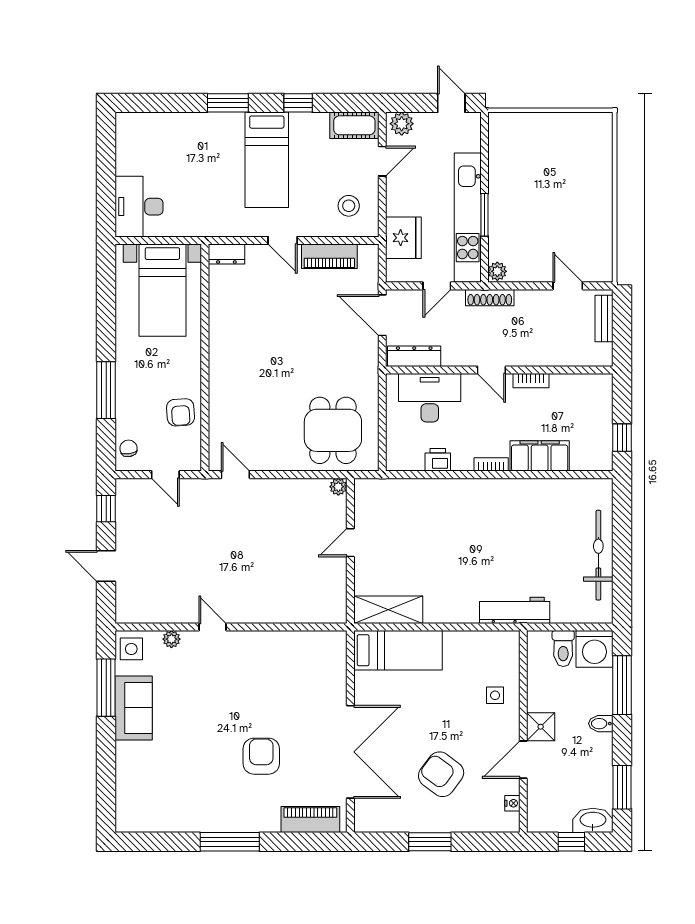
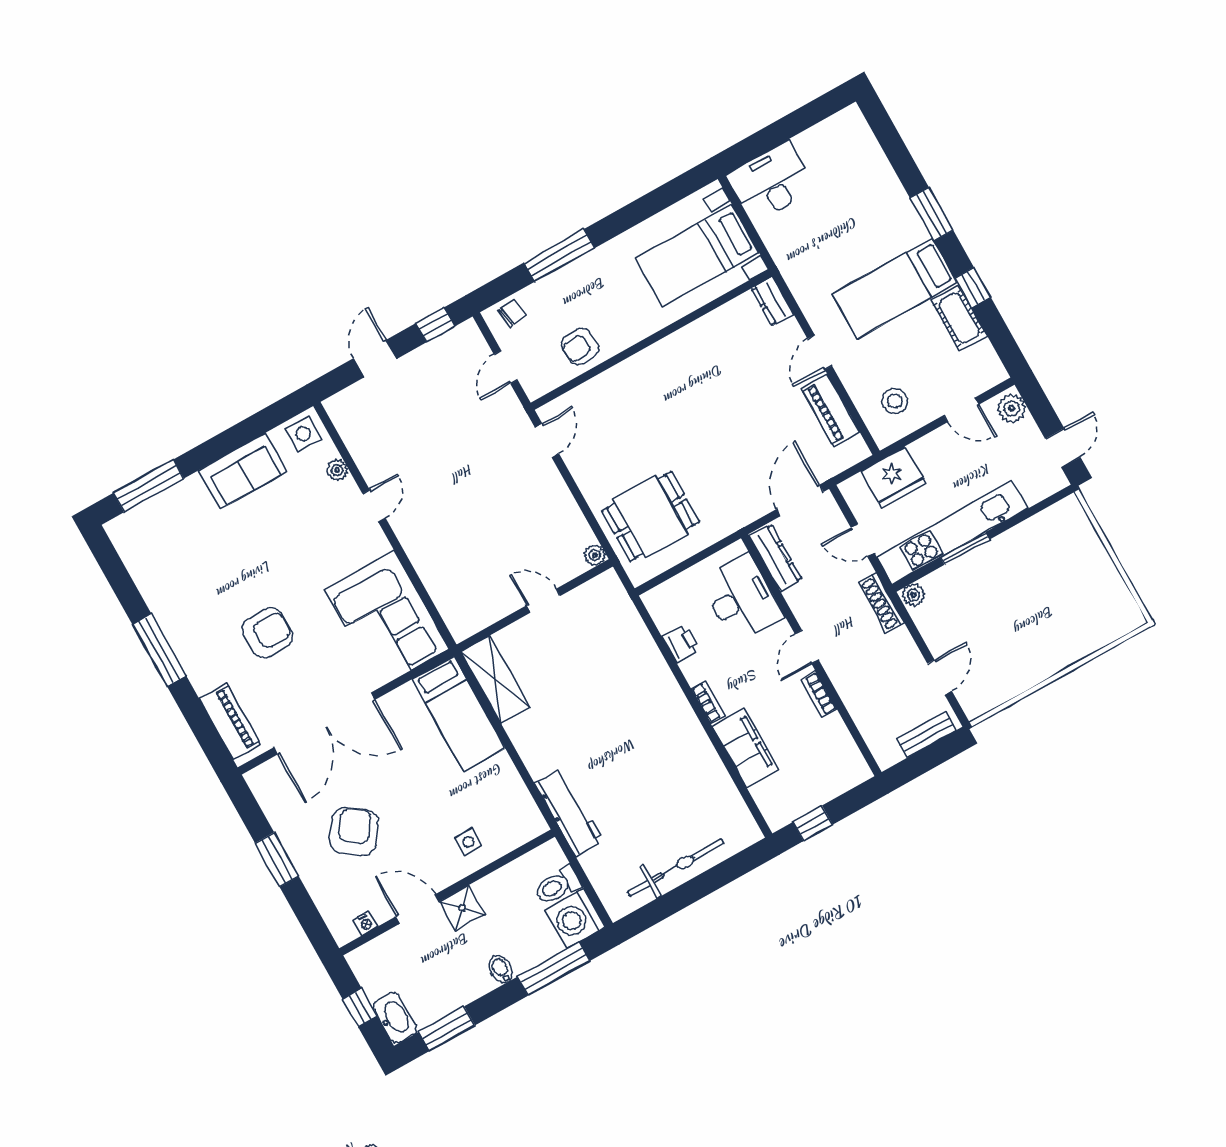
cot: (354, 125) -> (959, 318), moved
corner sofa: (300, 664) -> (387, 619), added
window: (106, 688) -> (149, 486), moved

